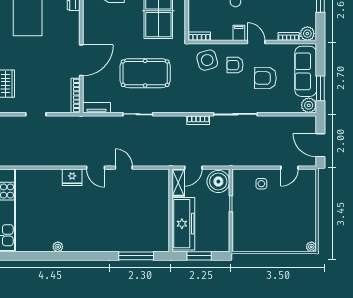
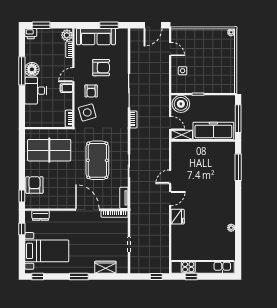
armchair: (265, 78) -> (101, 68), turned -91
plant: (309, 105) -> (122, 34), removed
window: (199, 256) -> (238, 119), width x1.44

